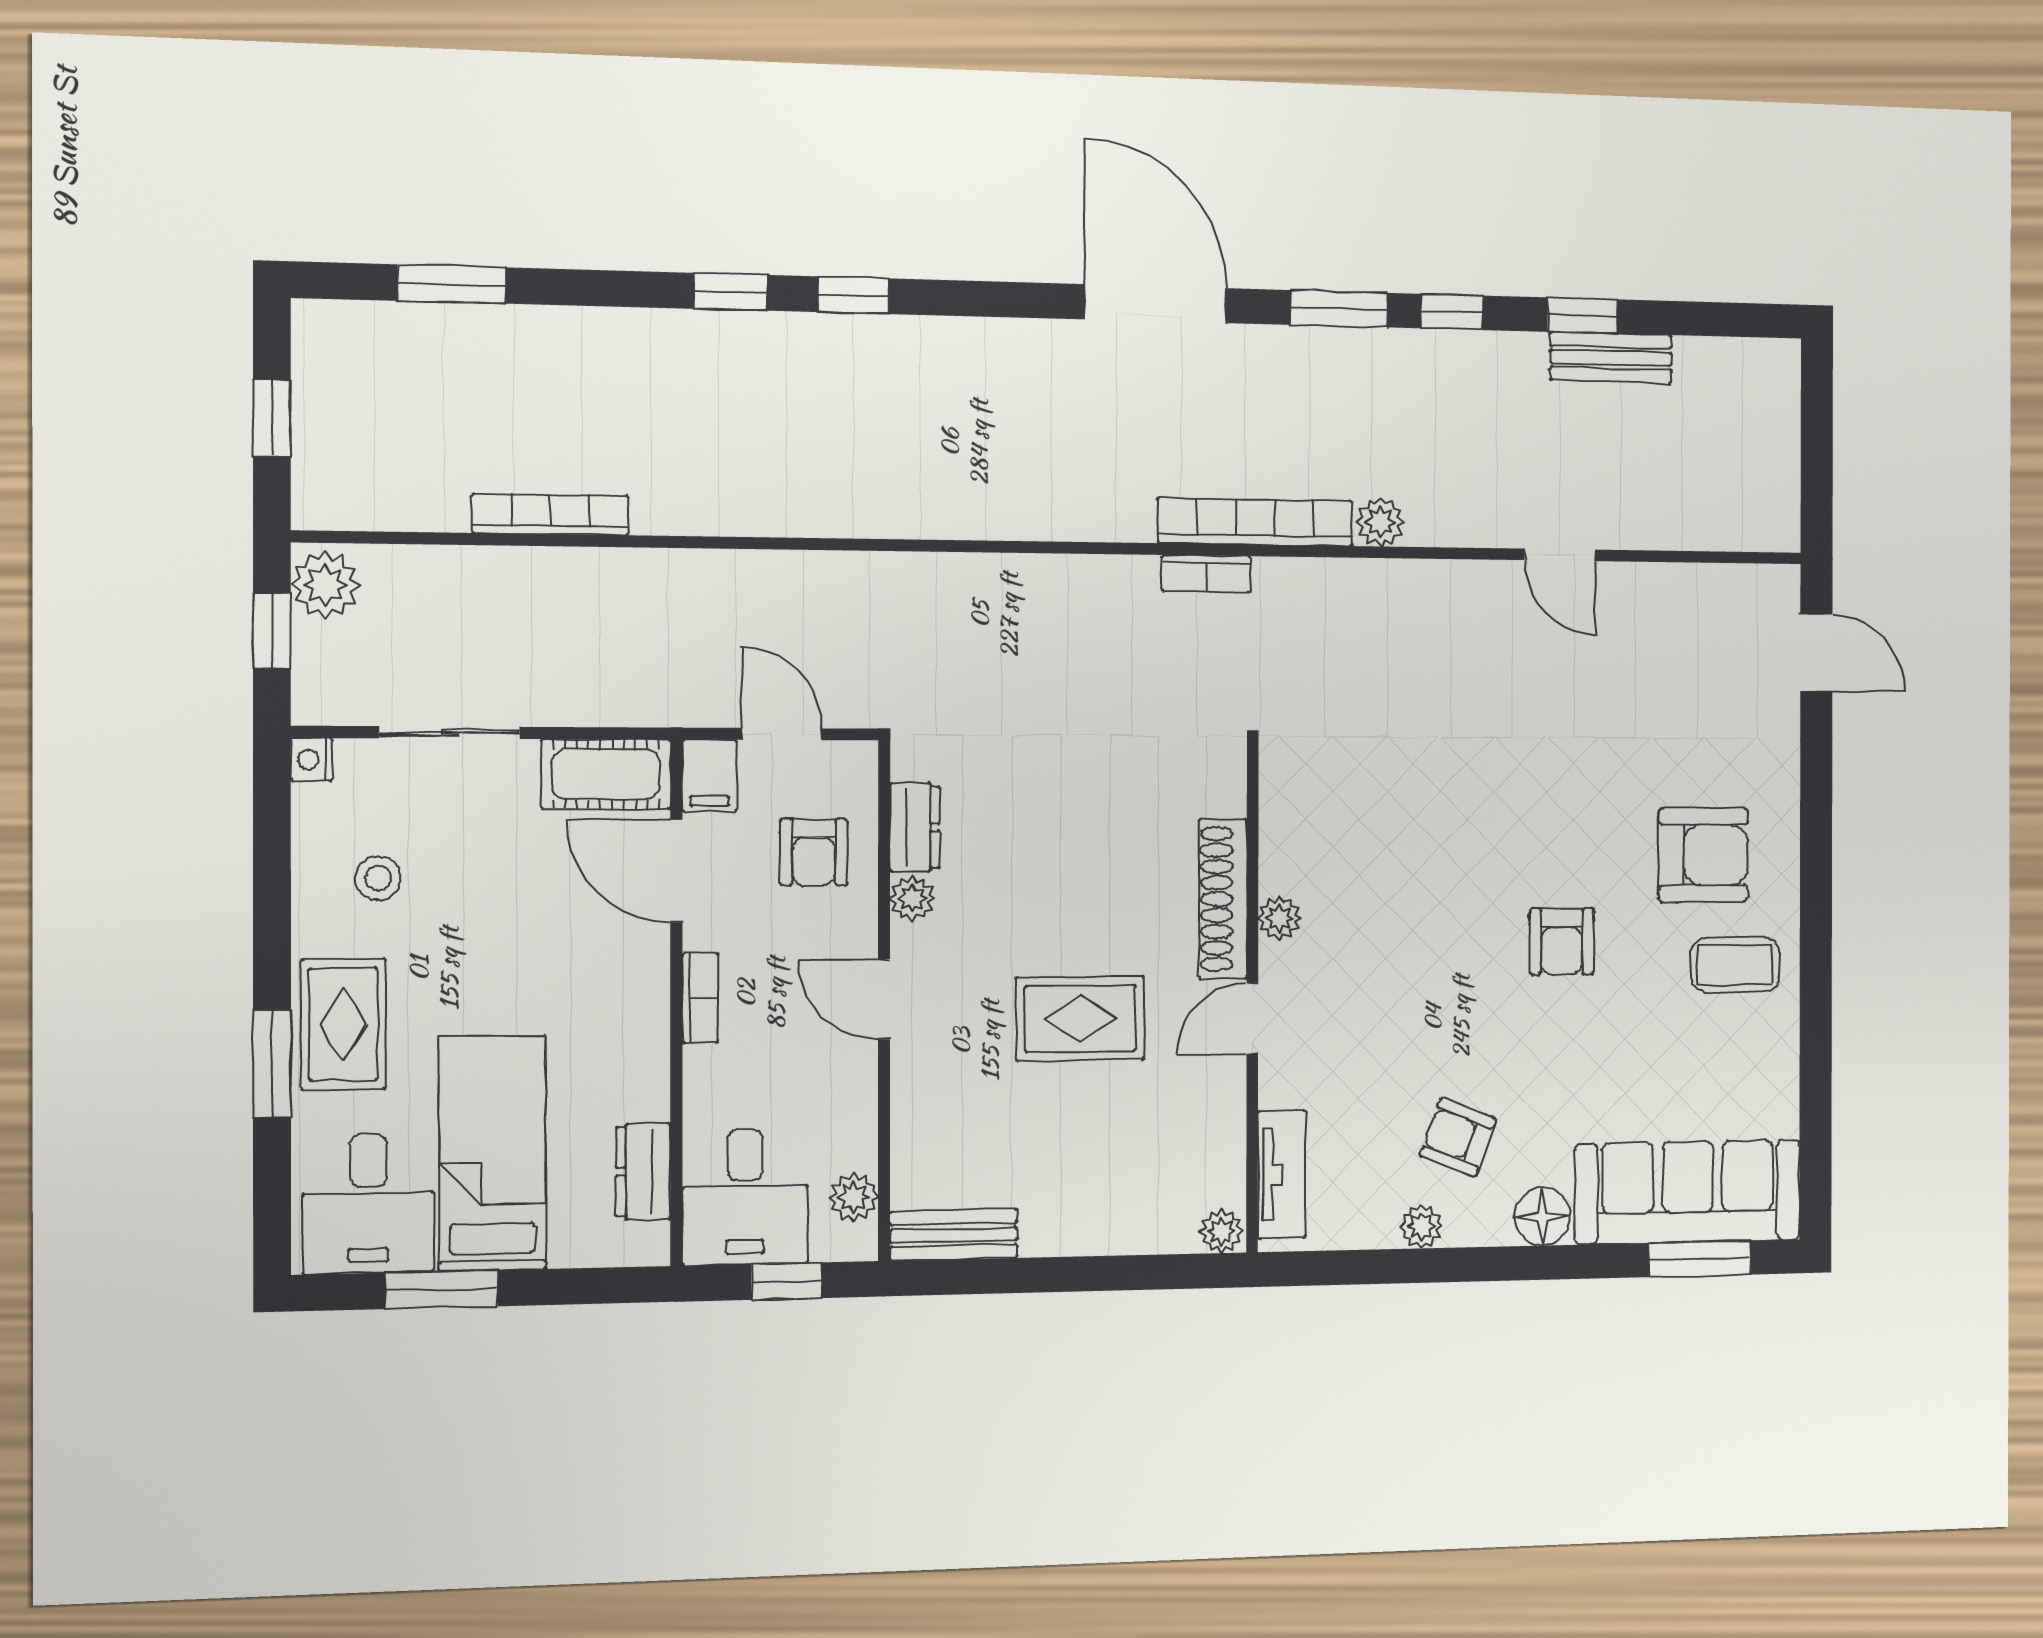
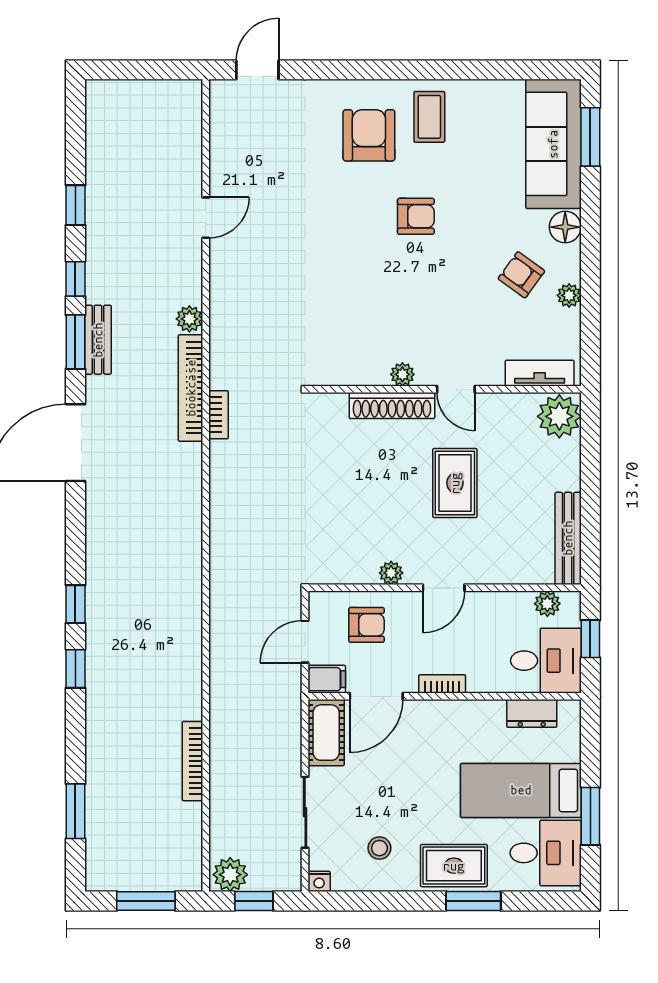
bench: (1611, 358) -> (98, 340), moved
window: (272, 418) -> (146, 901), width x1.50
dresser: (915, 827) -> (354, 572), removed
armchair: (1458, 1137) -> (521, 275), turned 105
plant: (1221, 1231) -> (559, 416), width x1.88, depth x1.88
bench: (954, 1235) -> (568, 538), width x1.36

